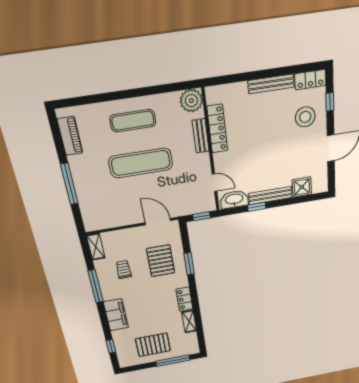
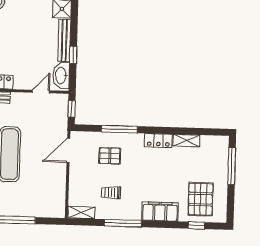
pallet: (161, 261) -> (110, 156), width x0.67, depth x0.71
window: (189, 264) -> (119, 129), width x1.44
pallet: (153, 345) -> (201, 199), moved

